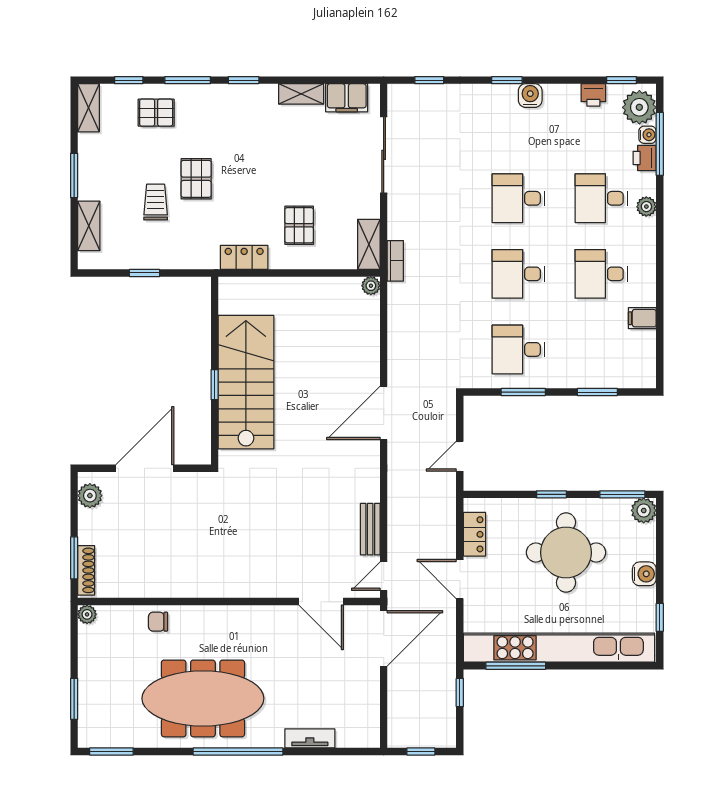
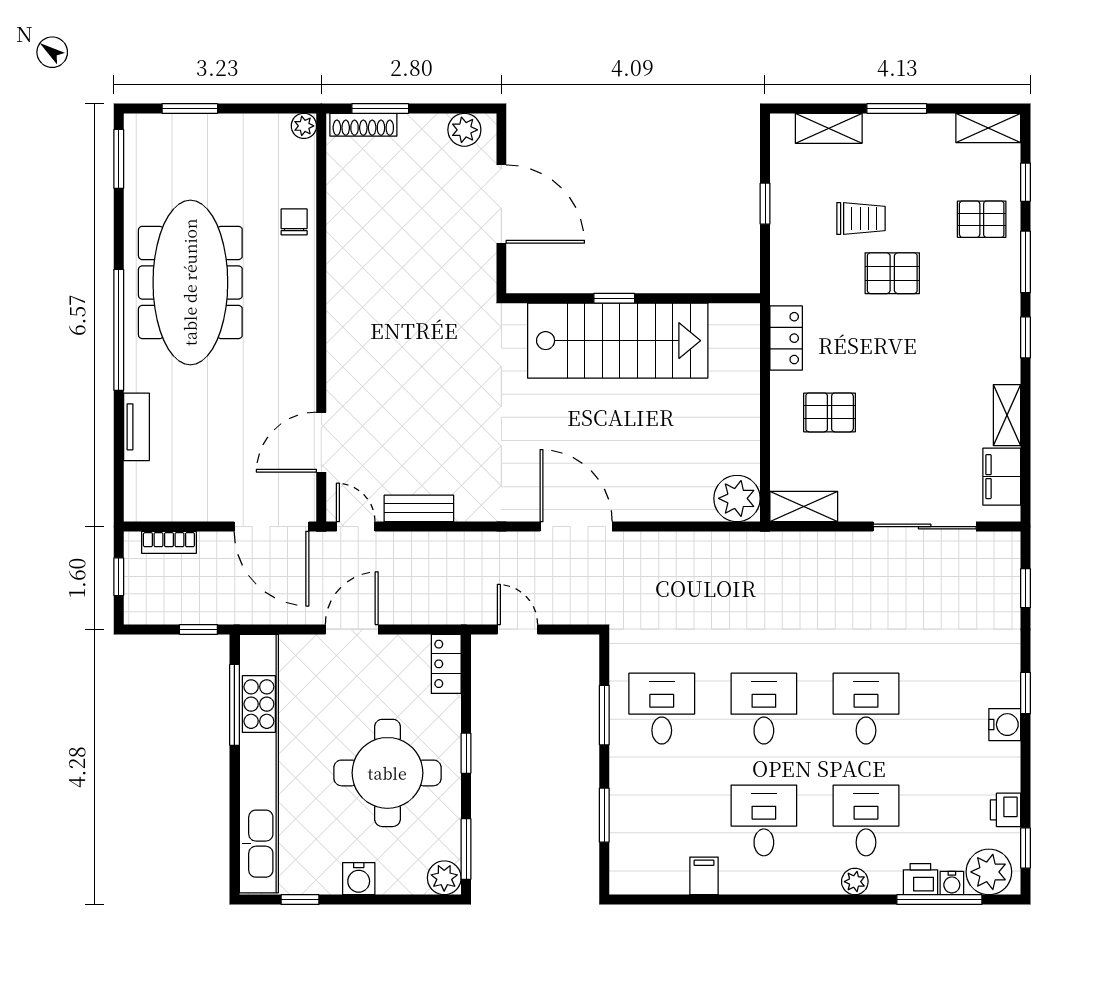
pallet: (156, 113) -> (982, 219), turned 90
bookcase: (395, 261) -> (169, 542), moved
plant: (371, 286) -> (737, 498), width x1.88, depth x1.88
locker: (474, 534) -> (446, 664), moved, turned 90

